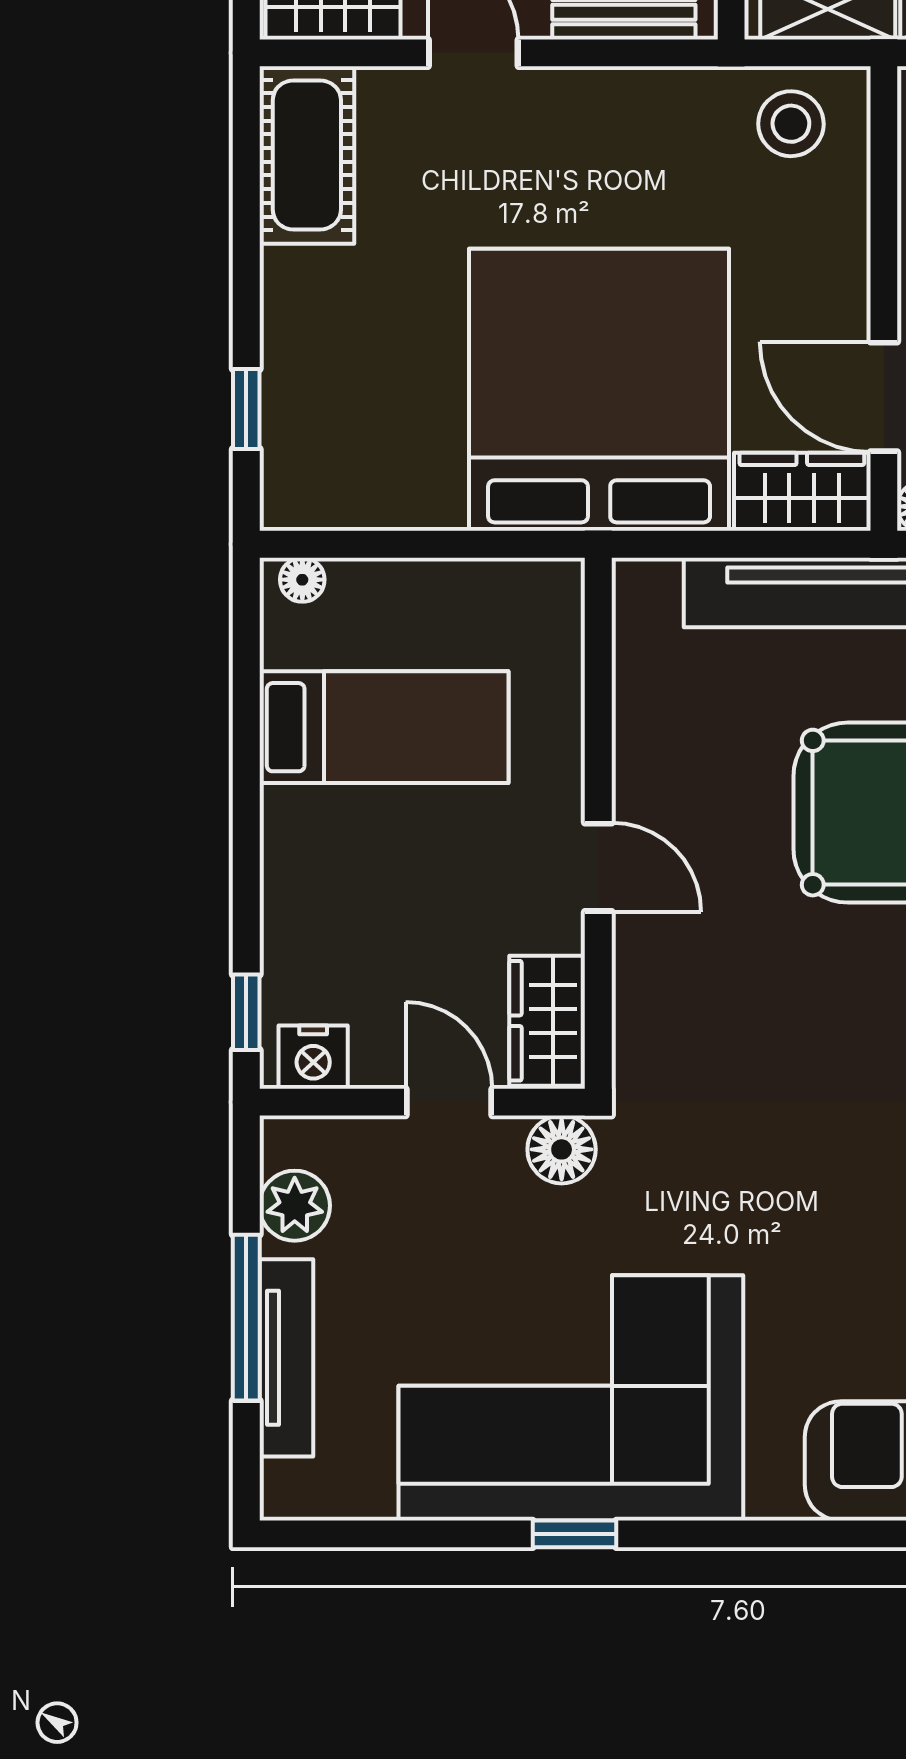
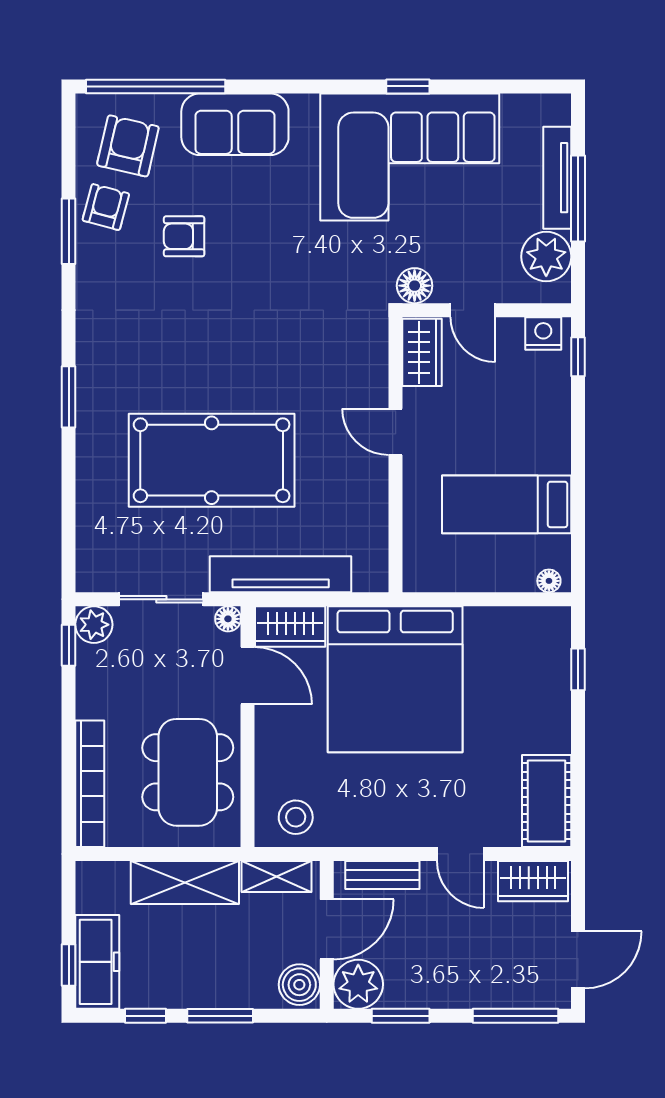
plant: (295, 1206) -> (546, 257), width x1.36, depth x1.36

